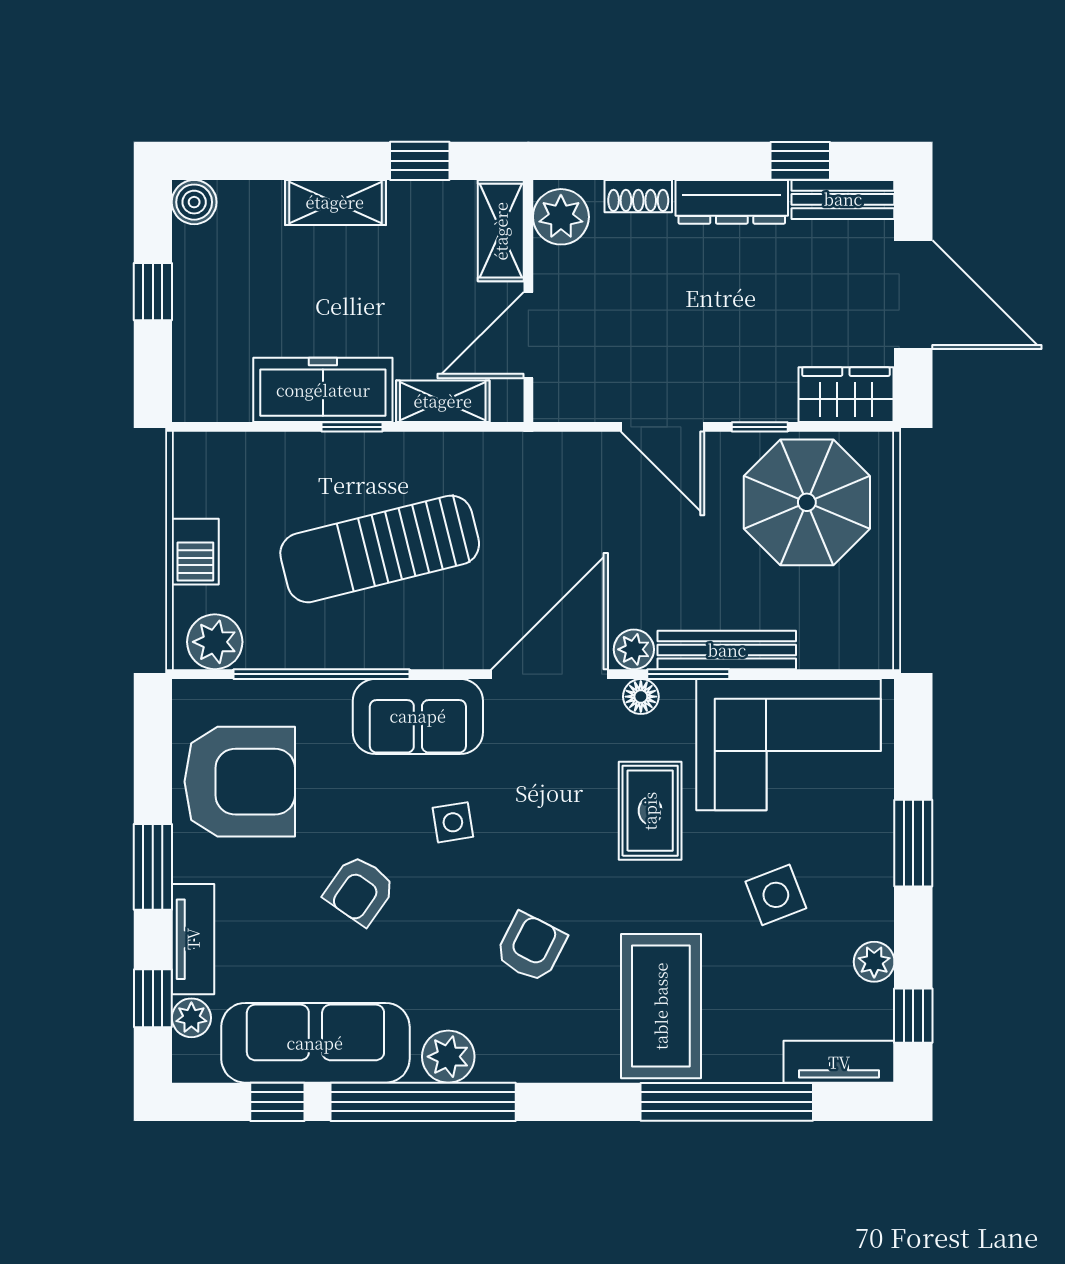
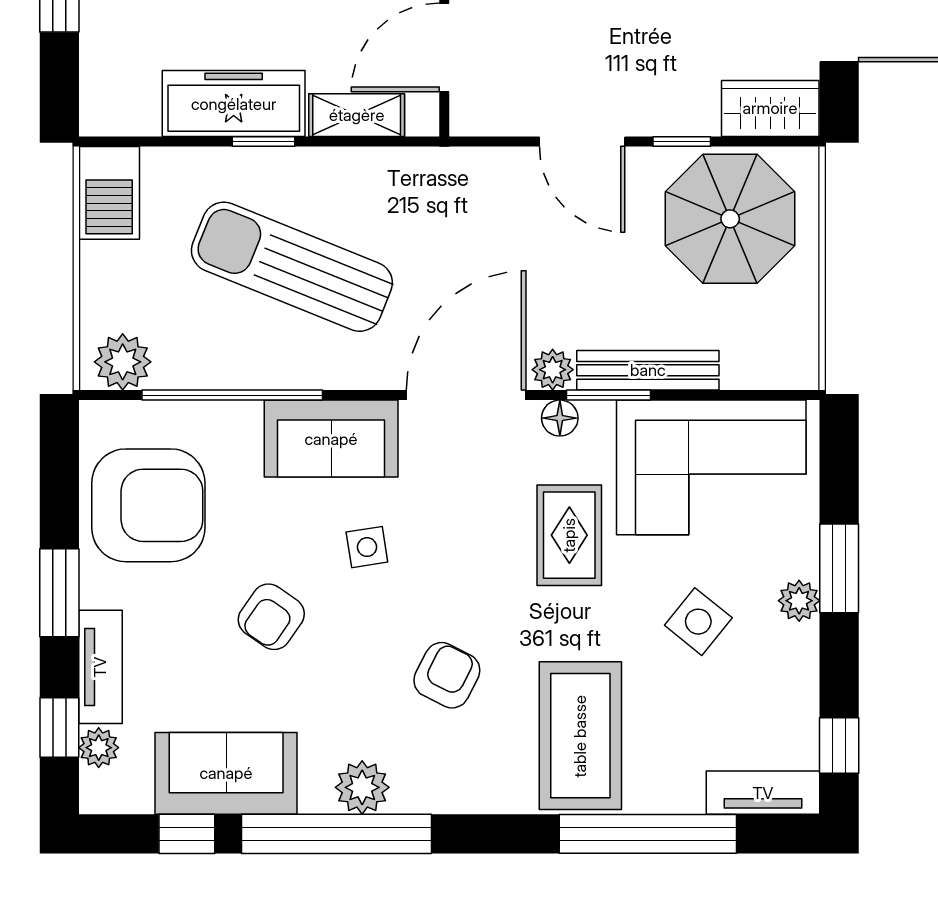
sun lounger: (380, 549) -> (292, 267), turned 36
barbecue: (195, 552) -> (109, 193), moved, width x1.38, depth x1.27
side table: (776, 895) -> (698, 622), turned -30
plant: (874, 962) -> (799, 601), moved
sofa: (315, 1043) -> (226, 773), width x0.73

